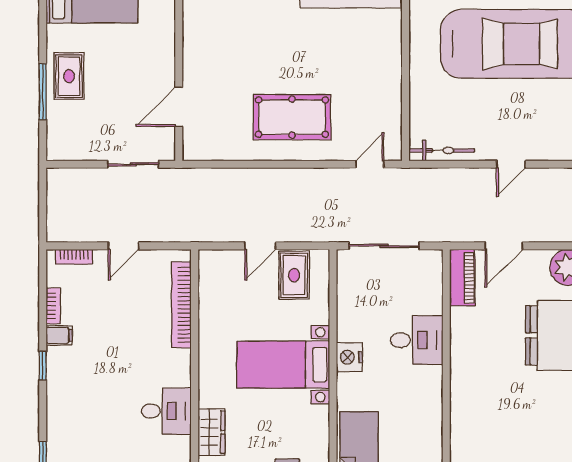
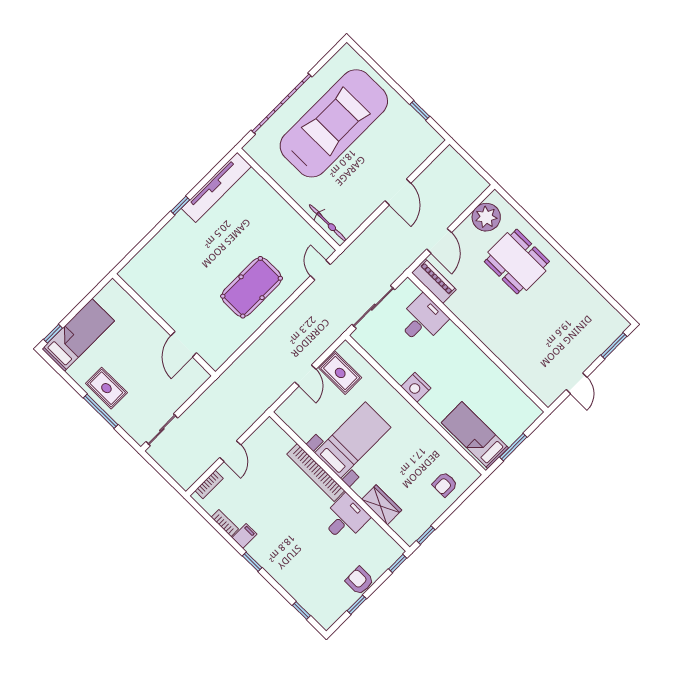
bicycle: (442, 150) -> (328, 223), moved, turned 90
sliding door: (133, 164) -> (162, 430), moved
door: (511, 164) -> (398, 192), width x1.38
bookcase: (181, 305) -> (316, 472), moved
desk: (417, 340) -> (422, 320), moved
bed with nightstands: (283, 365) -> (353, 440), moved, turned 180

